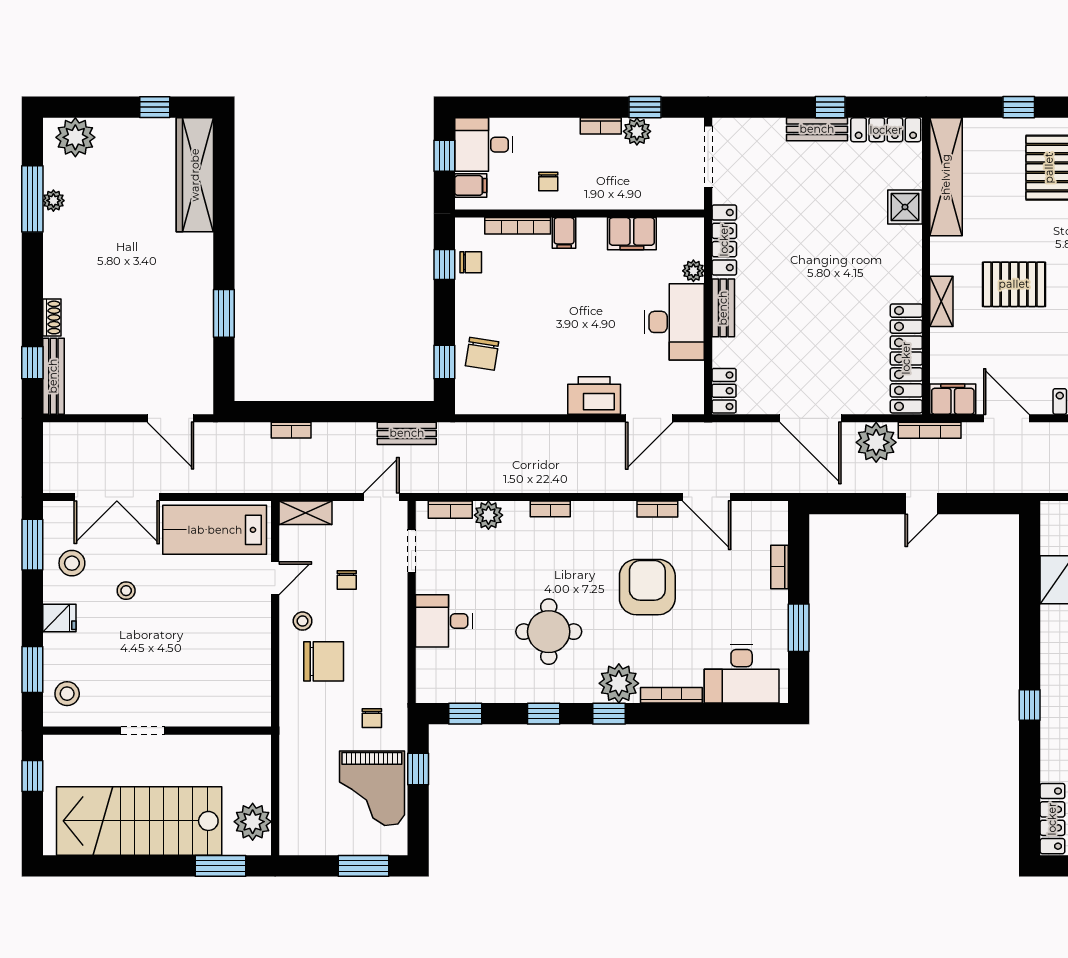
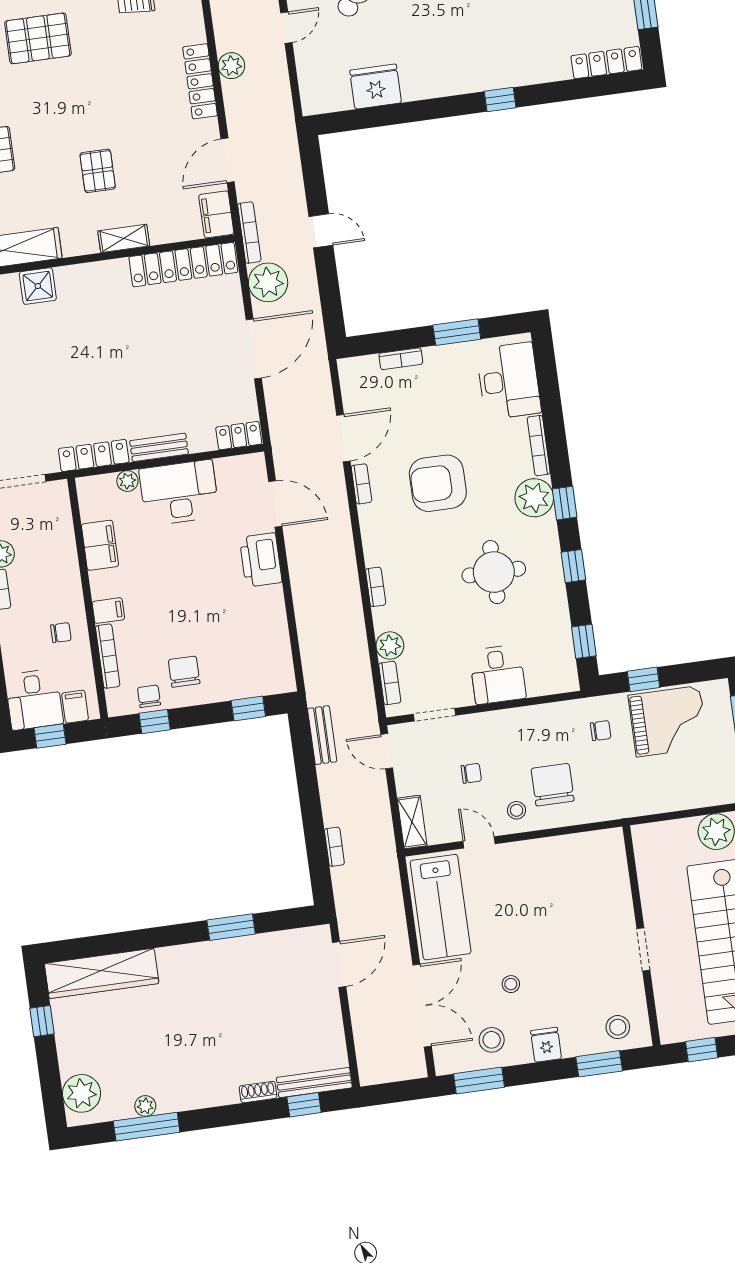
pallet: (1014, 284) -> (98, 171), width x0.67, depth x0.71
chair: (482, 354) -> (184, 672), moved, turned -99

